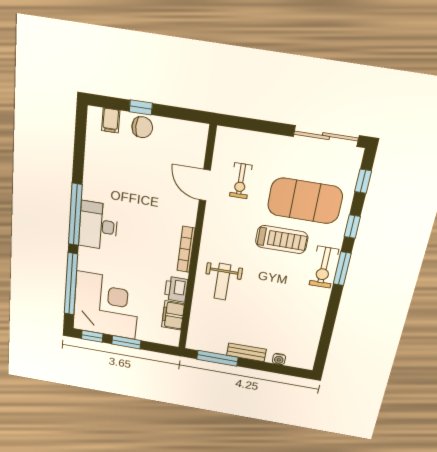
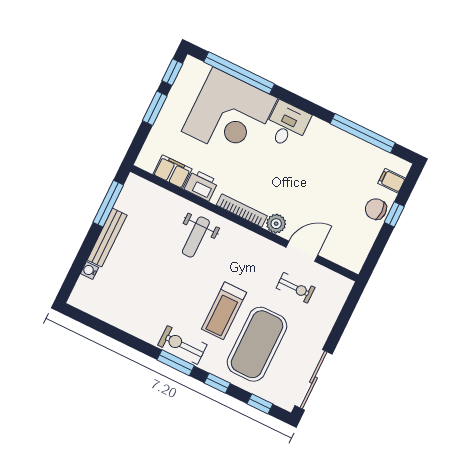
chair: (142, 127) -> (376, 209), turned 90
exercise bike: (241, 181) -> (296, 288), turned 180
window: (75, 215) -> (363, 133), moved
plant: (187, 216) -> (276, 224), added
desk: (98, 226) -> (287, 125), width x0.73
weight bench: (222, 282) -> (196, 237), turned -90
corner desk: (106, 305) -> (229, 115), moved
bench: (246, 352) -> (107, 238), width x1.36

